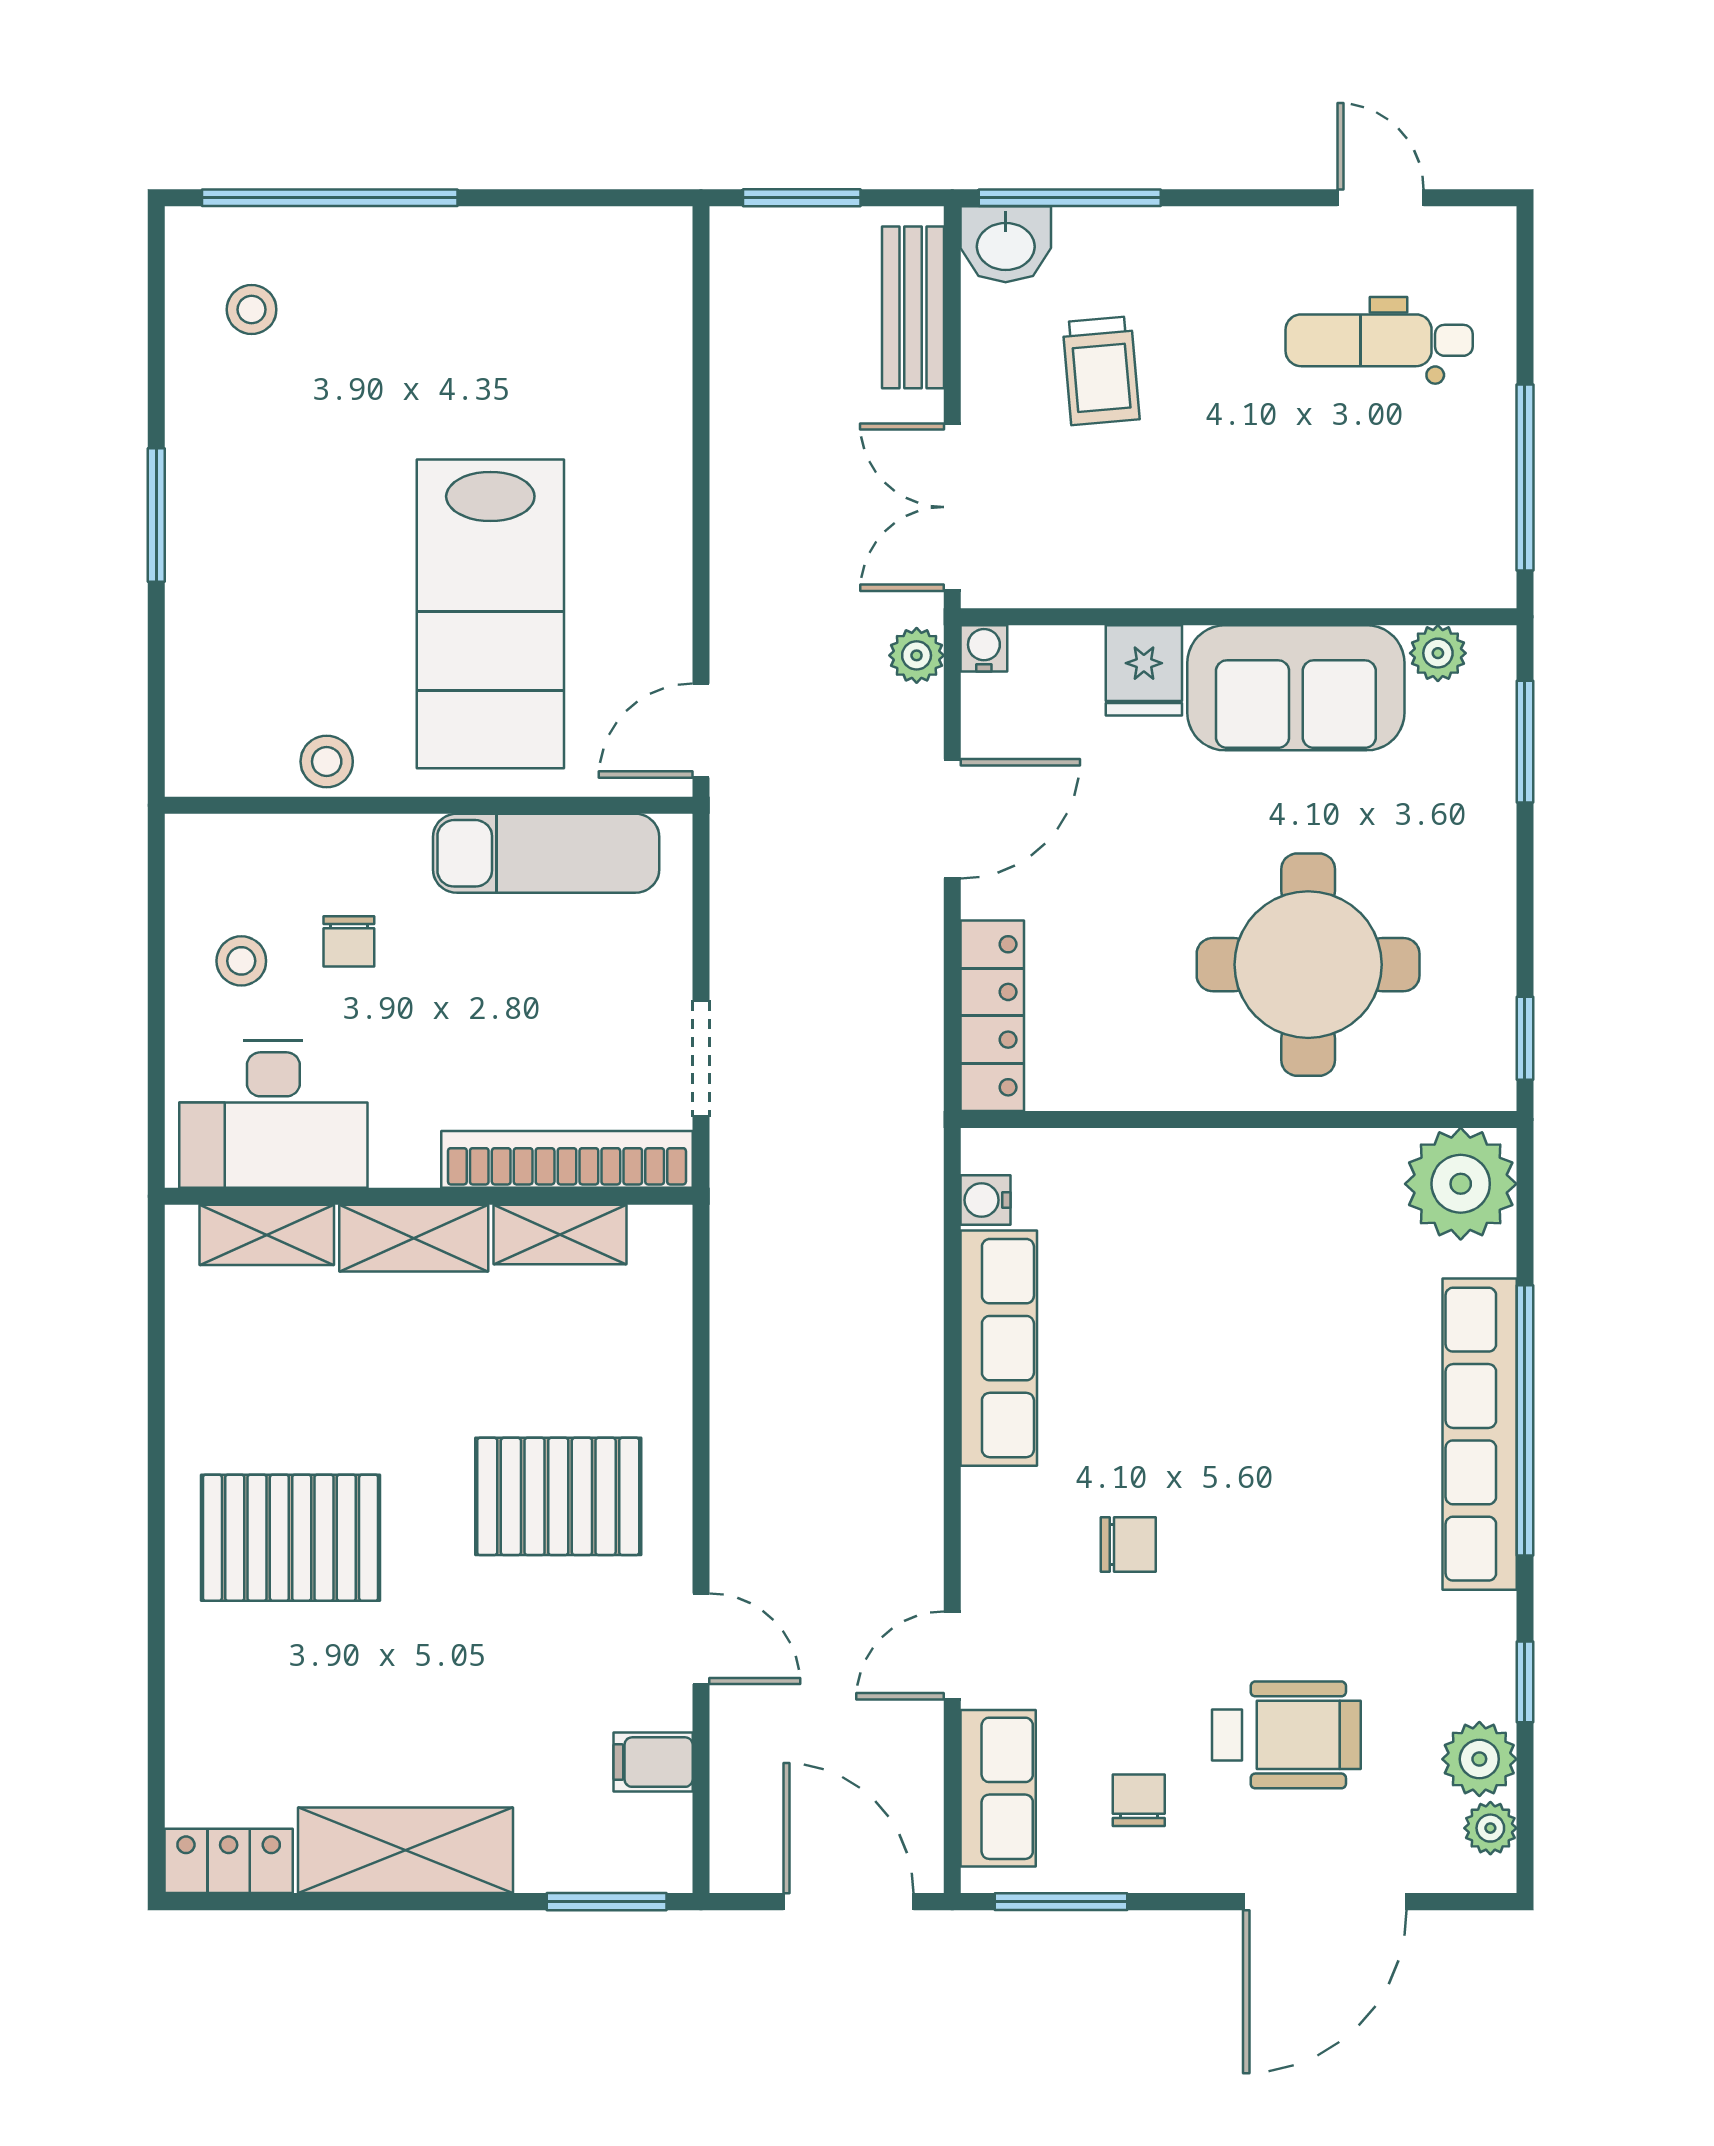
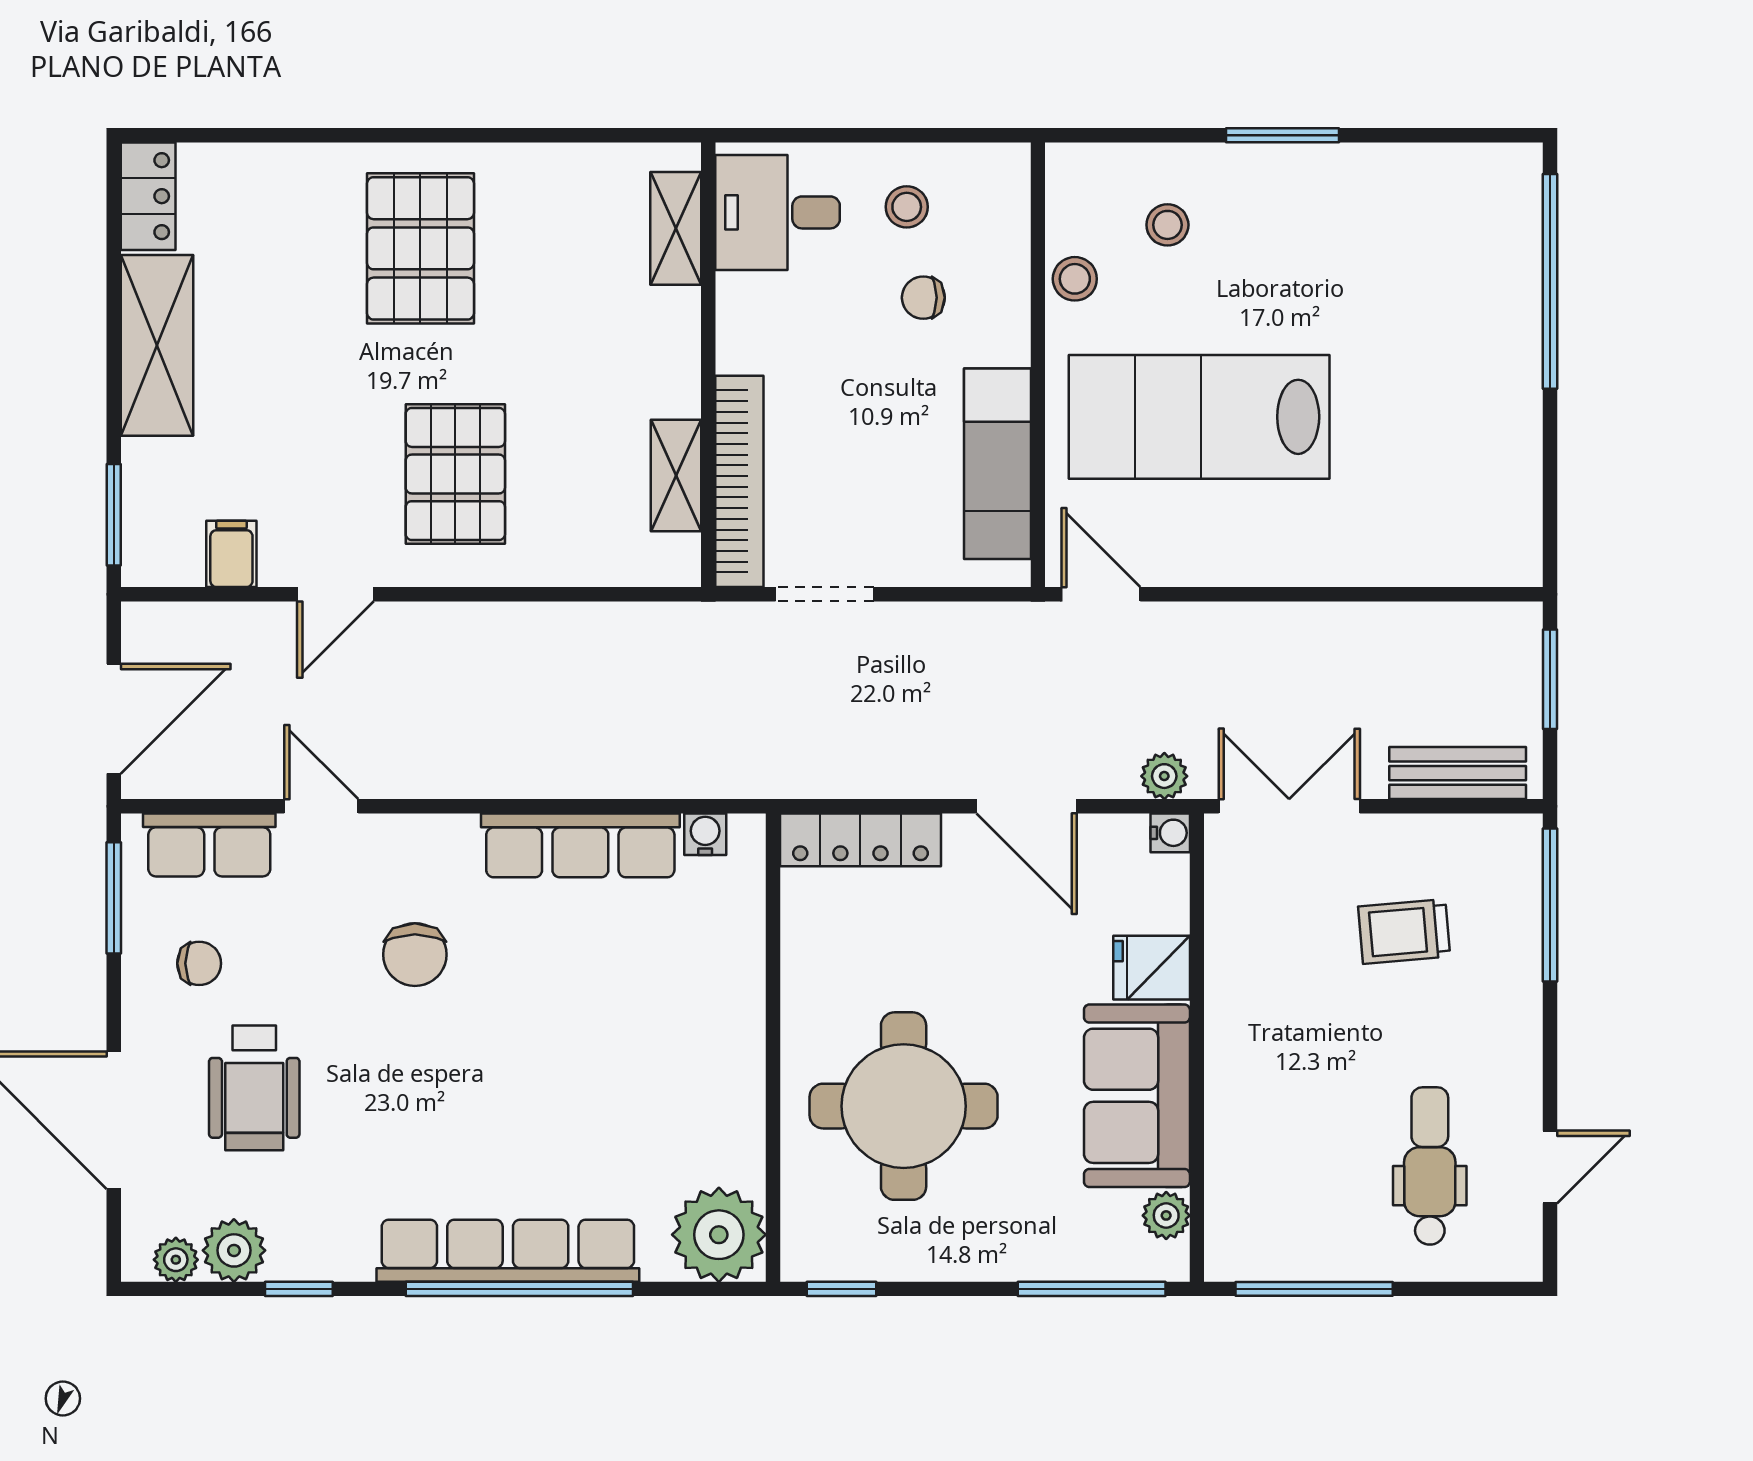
washbasin: (1006, 244) -> (1511, 851), removed
stool: (252, 310) -> (1167, 225), moved
window: (1525, 742) -> (1092, 1289), width x1.44
desk: (273, 1114) -> (778, 212), width x0.73
shelving: (414, 1238) -> (673, 352), removed
chair: (1128, 1544) -> (415, 955), width x1.37, depth x1.37

